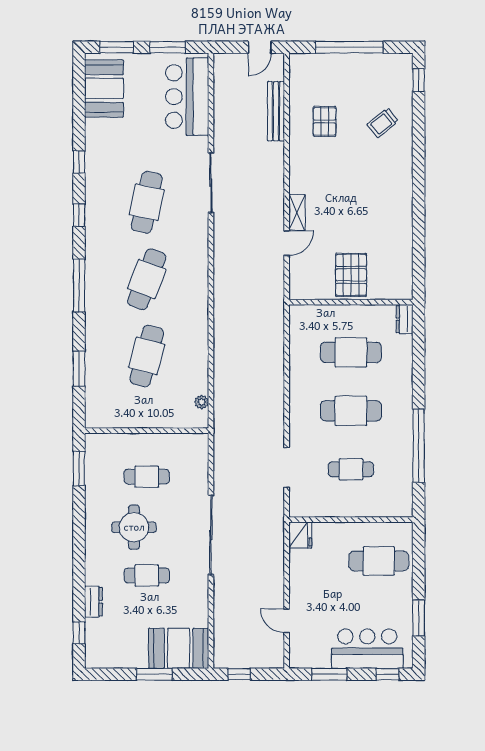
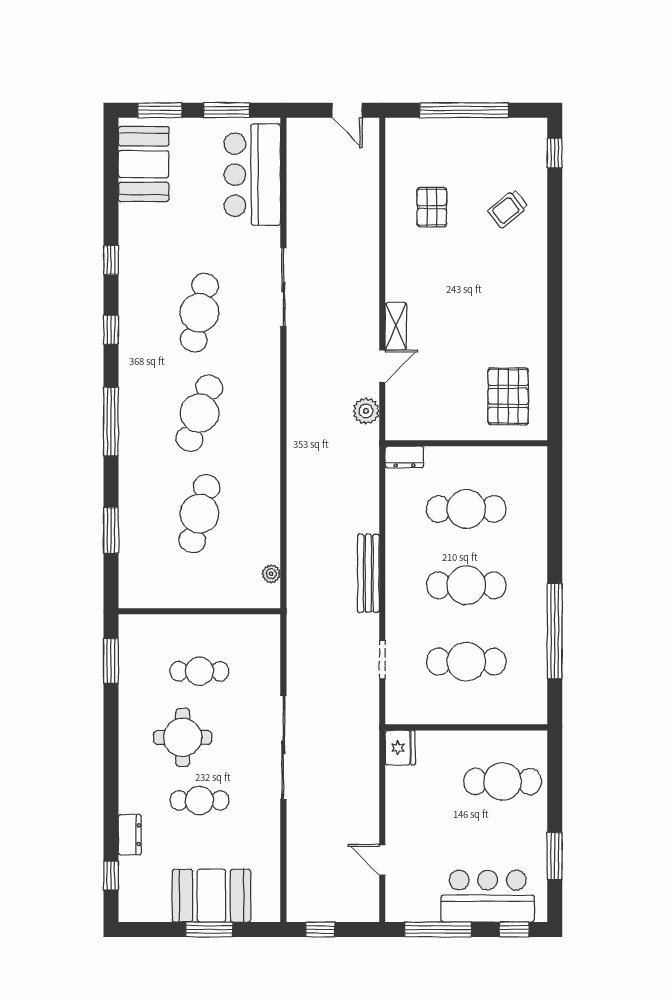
door: (260, 47) -> (347, 110), hinge flipped
bench: (276, 111) -> (368, 573), moved
pallet: (351, 275) -> (508, 396), moved
plant: (274, 277) -> (366, 411), added
dresser: (405, 319) -> (404, 457), moved, turned -90
doorway: (287, 468) -> (382, 659), width x0.73
cafe table: (351, 469) -> (466, 662), width x1.37, depth x1.35
booth: (179, 648) -> (211, 896), moved
window: (329, 674) -> (438, 929), width x1.44

